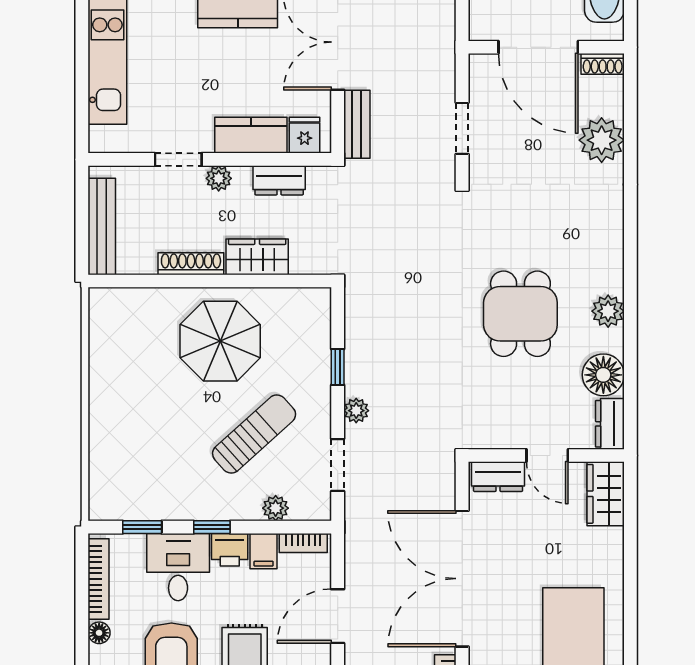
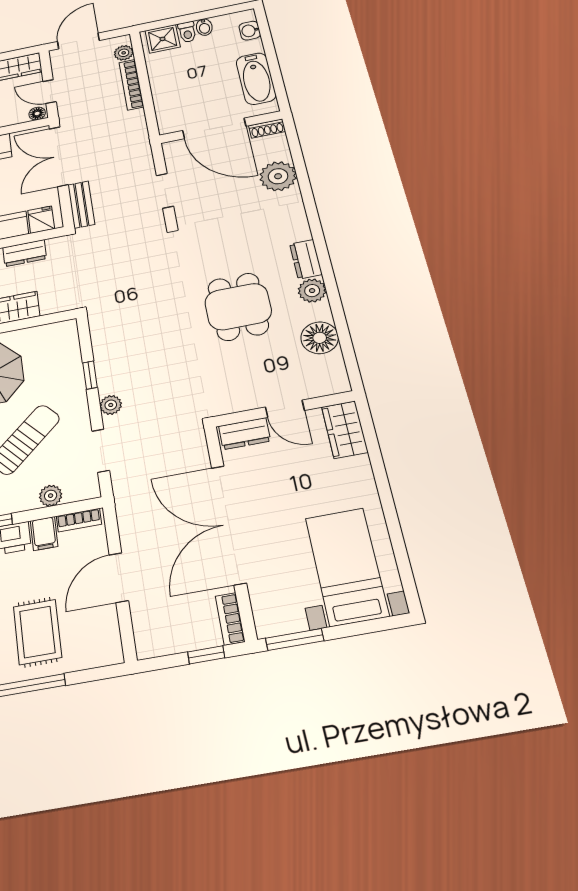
dresser: (610, 424) -> (306, 259), moved

